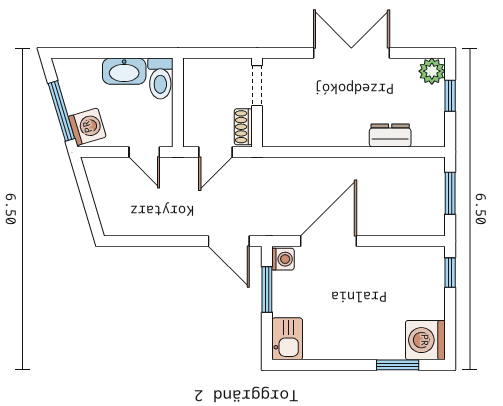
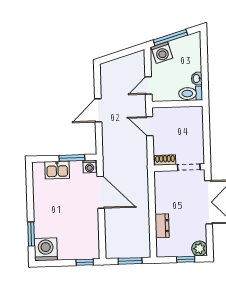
washbasin: (124, 71) -> (197, 79), width x0.52, depth x0.69
doorway: (257, 86) -> (189, 167), moved
wall: (257, 102) -> (179, 168), moved
shoe rack: (243, 127) -> (165, 160), moved
door: (229, 241) -> (98, 110), moved
kitchen sink: (287, 339) -> (57, 170), moved

